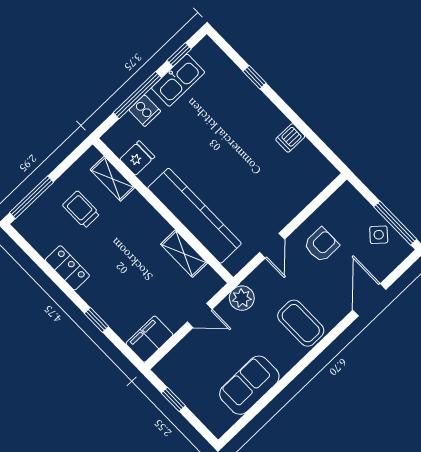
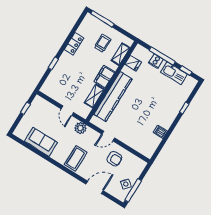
filing cabinet: (149, 339) -> (104, 77), moved, turned -90

